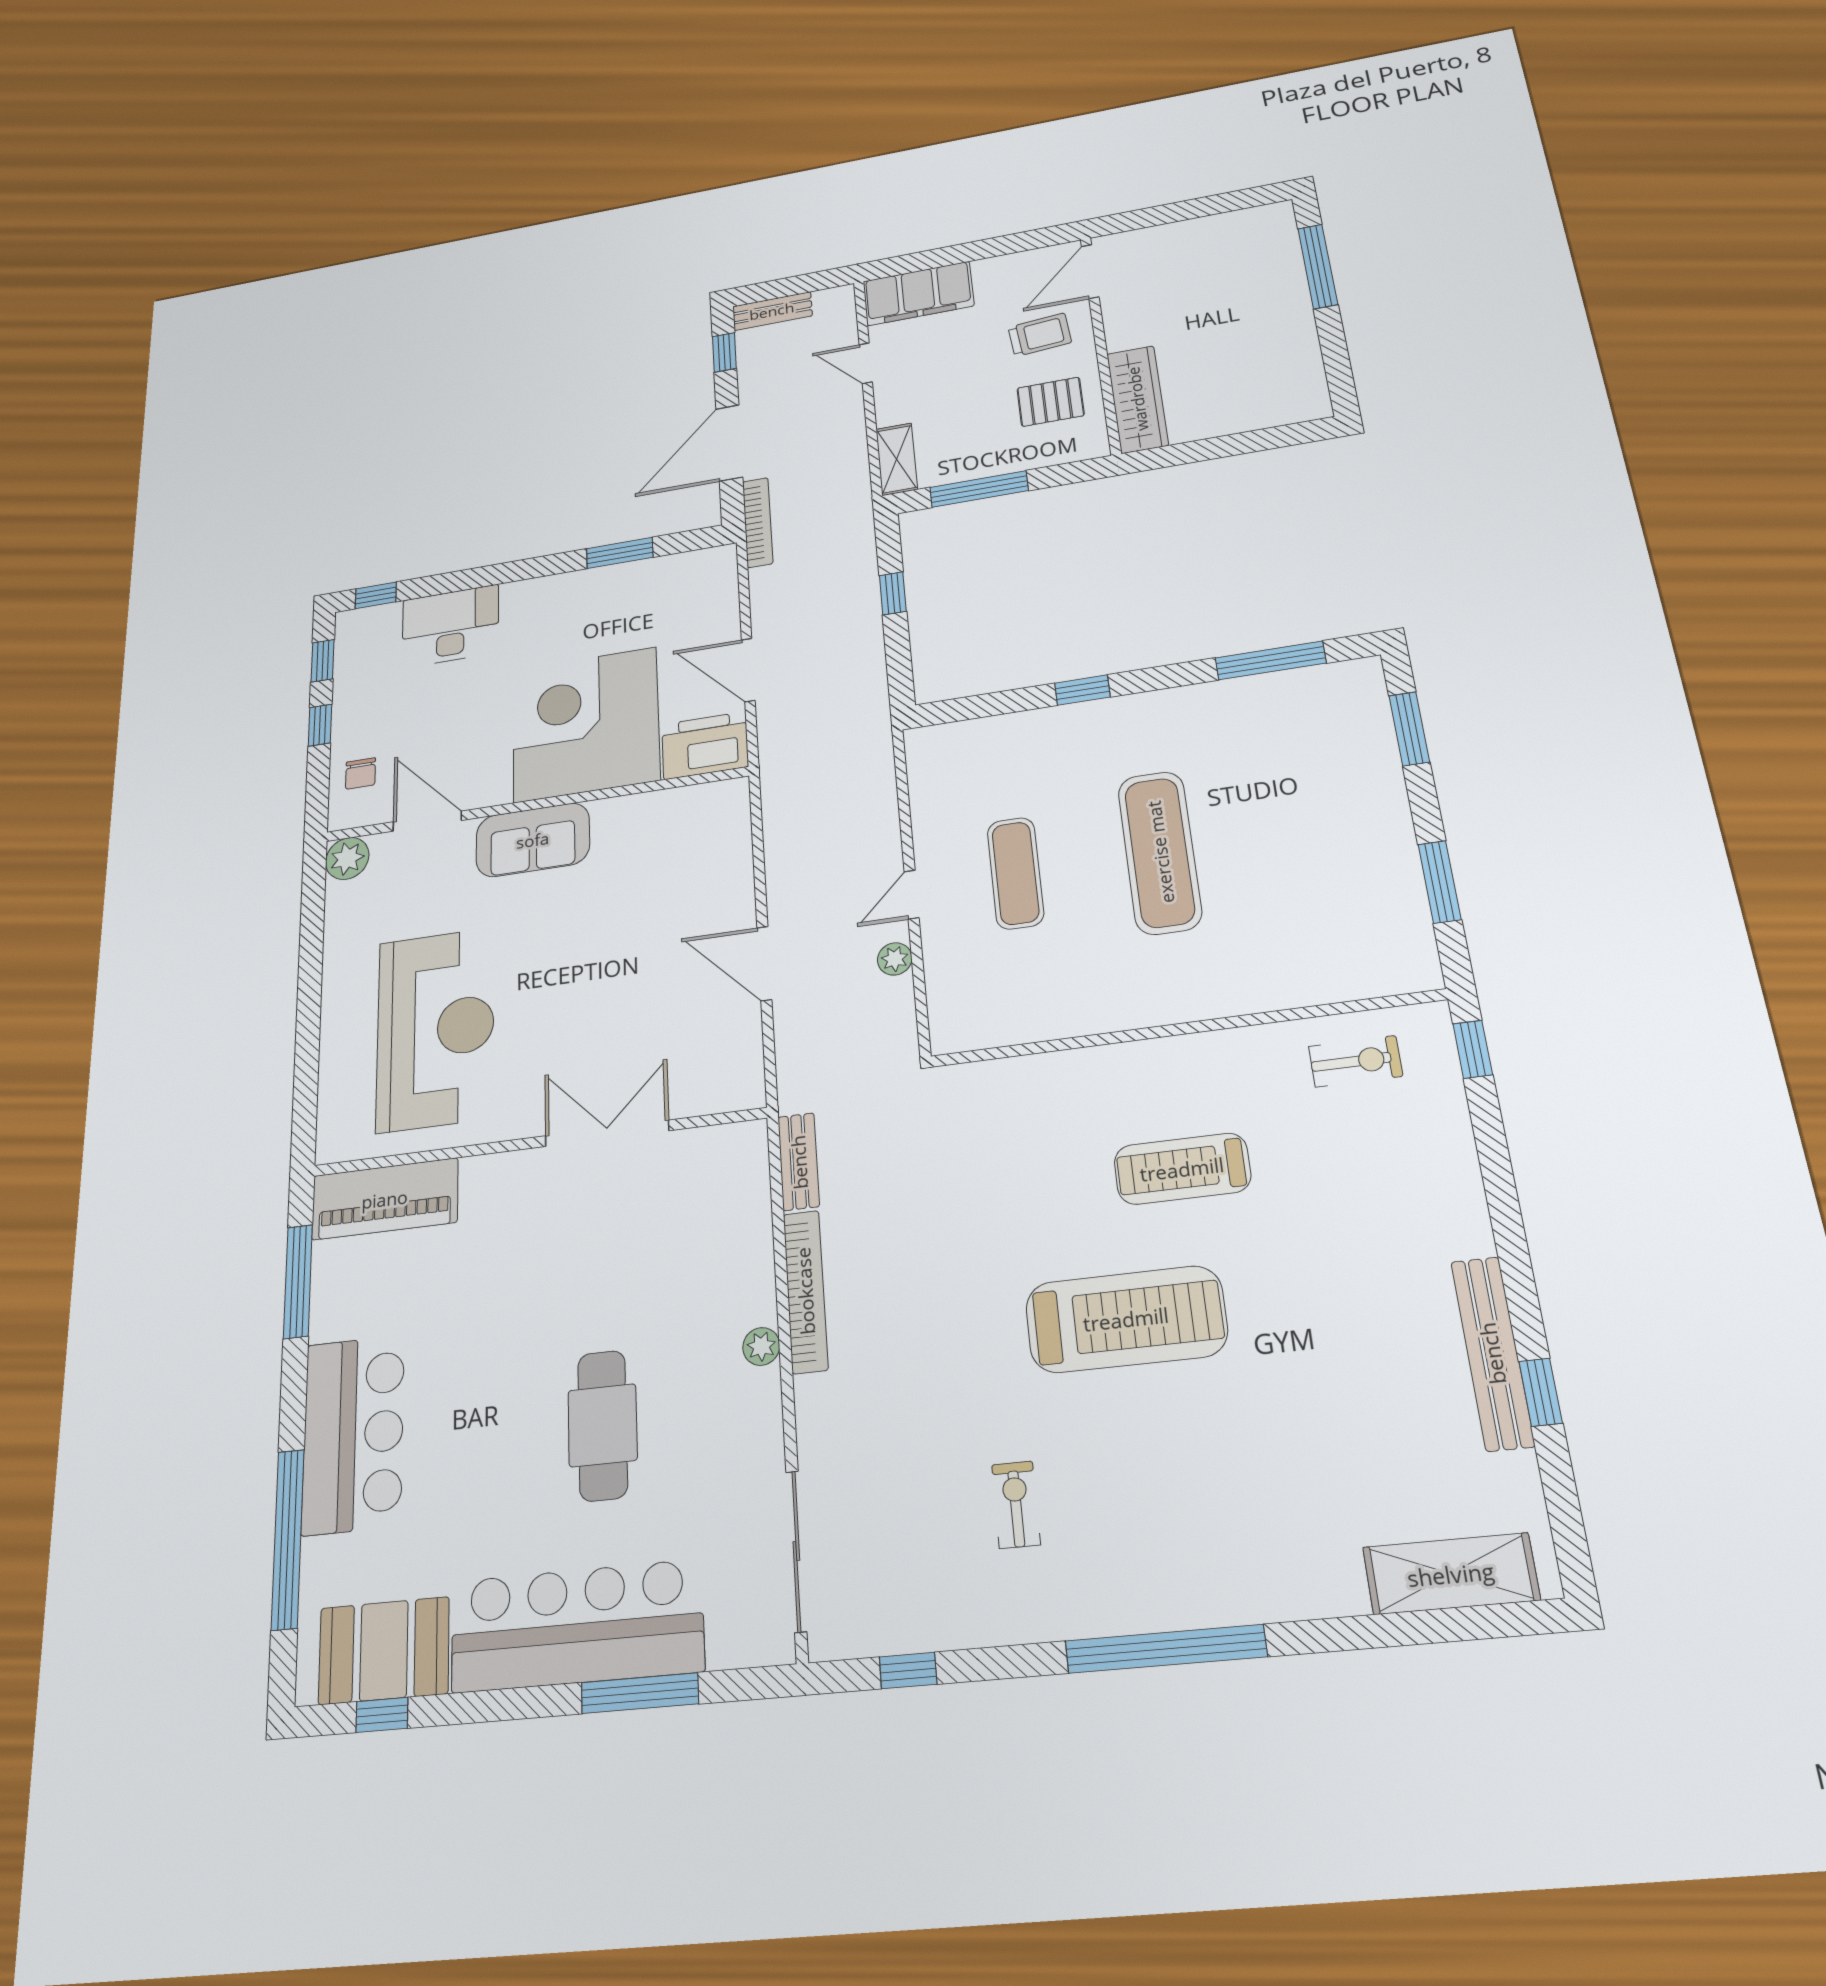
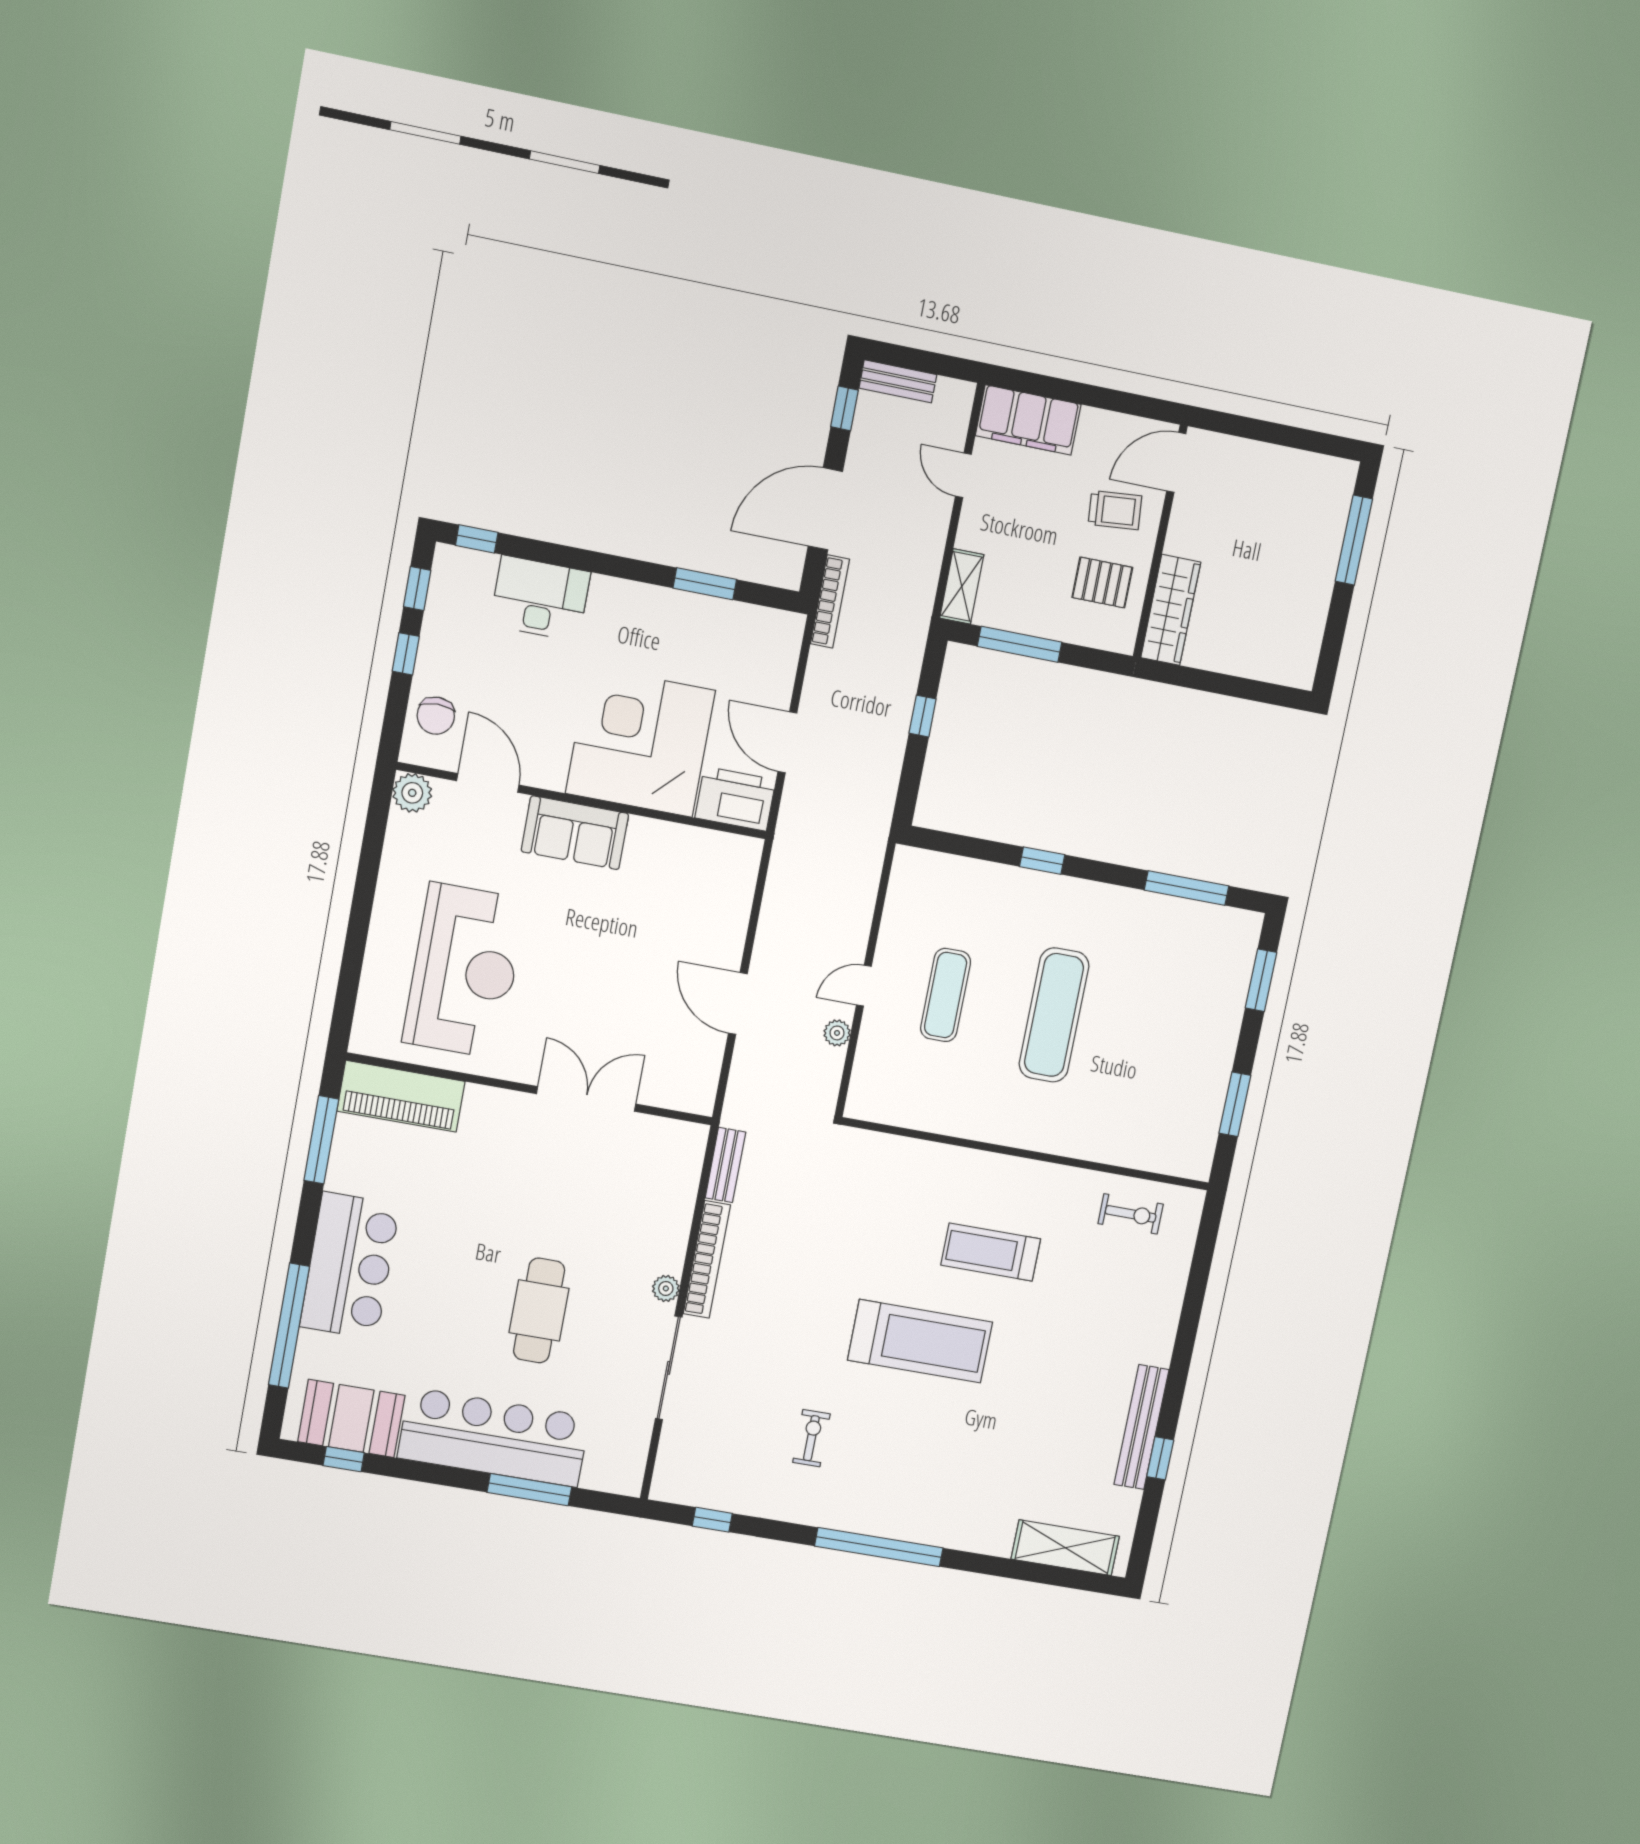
chair: (361, 773) -> (436, 716), width x1.37, depth x1.37
window: (1473, 1049) -> (1208, 1230), removed
sliding door: (796, 1551) -> (669, 1368), moved

